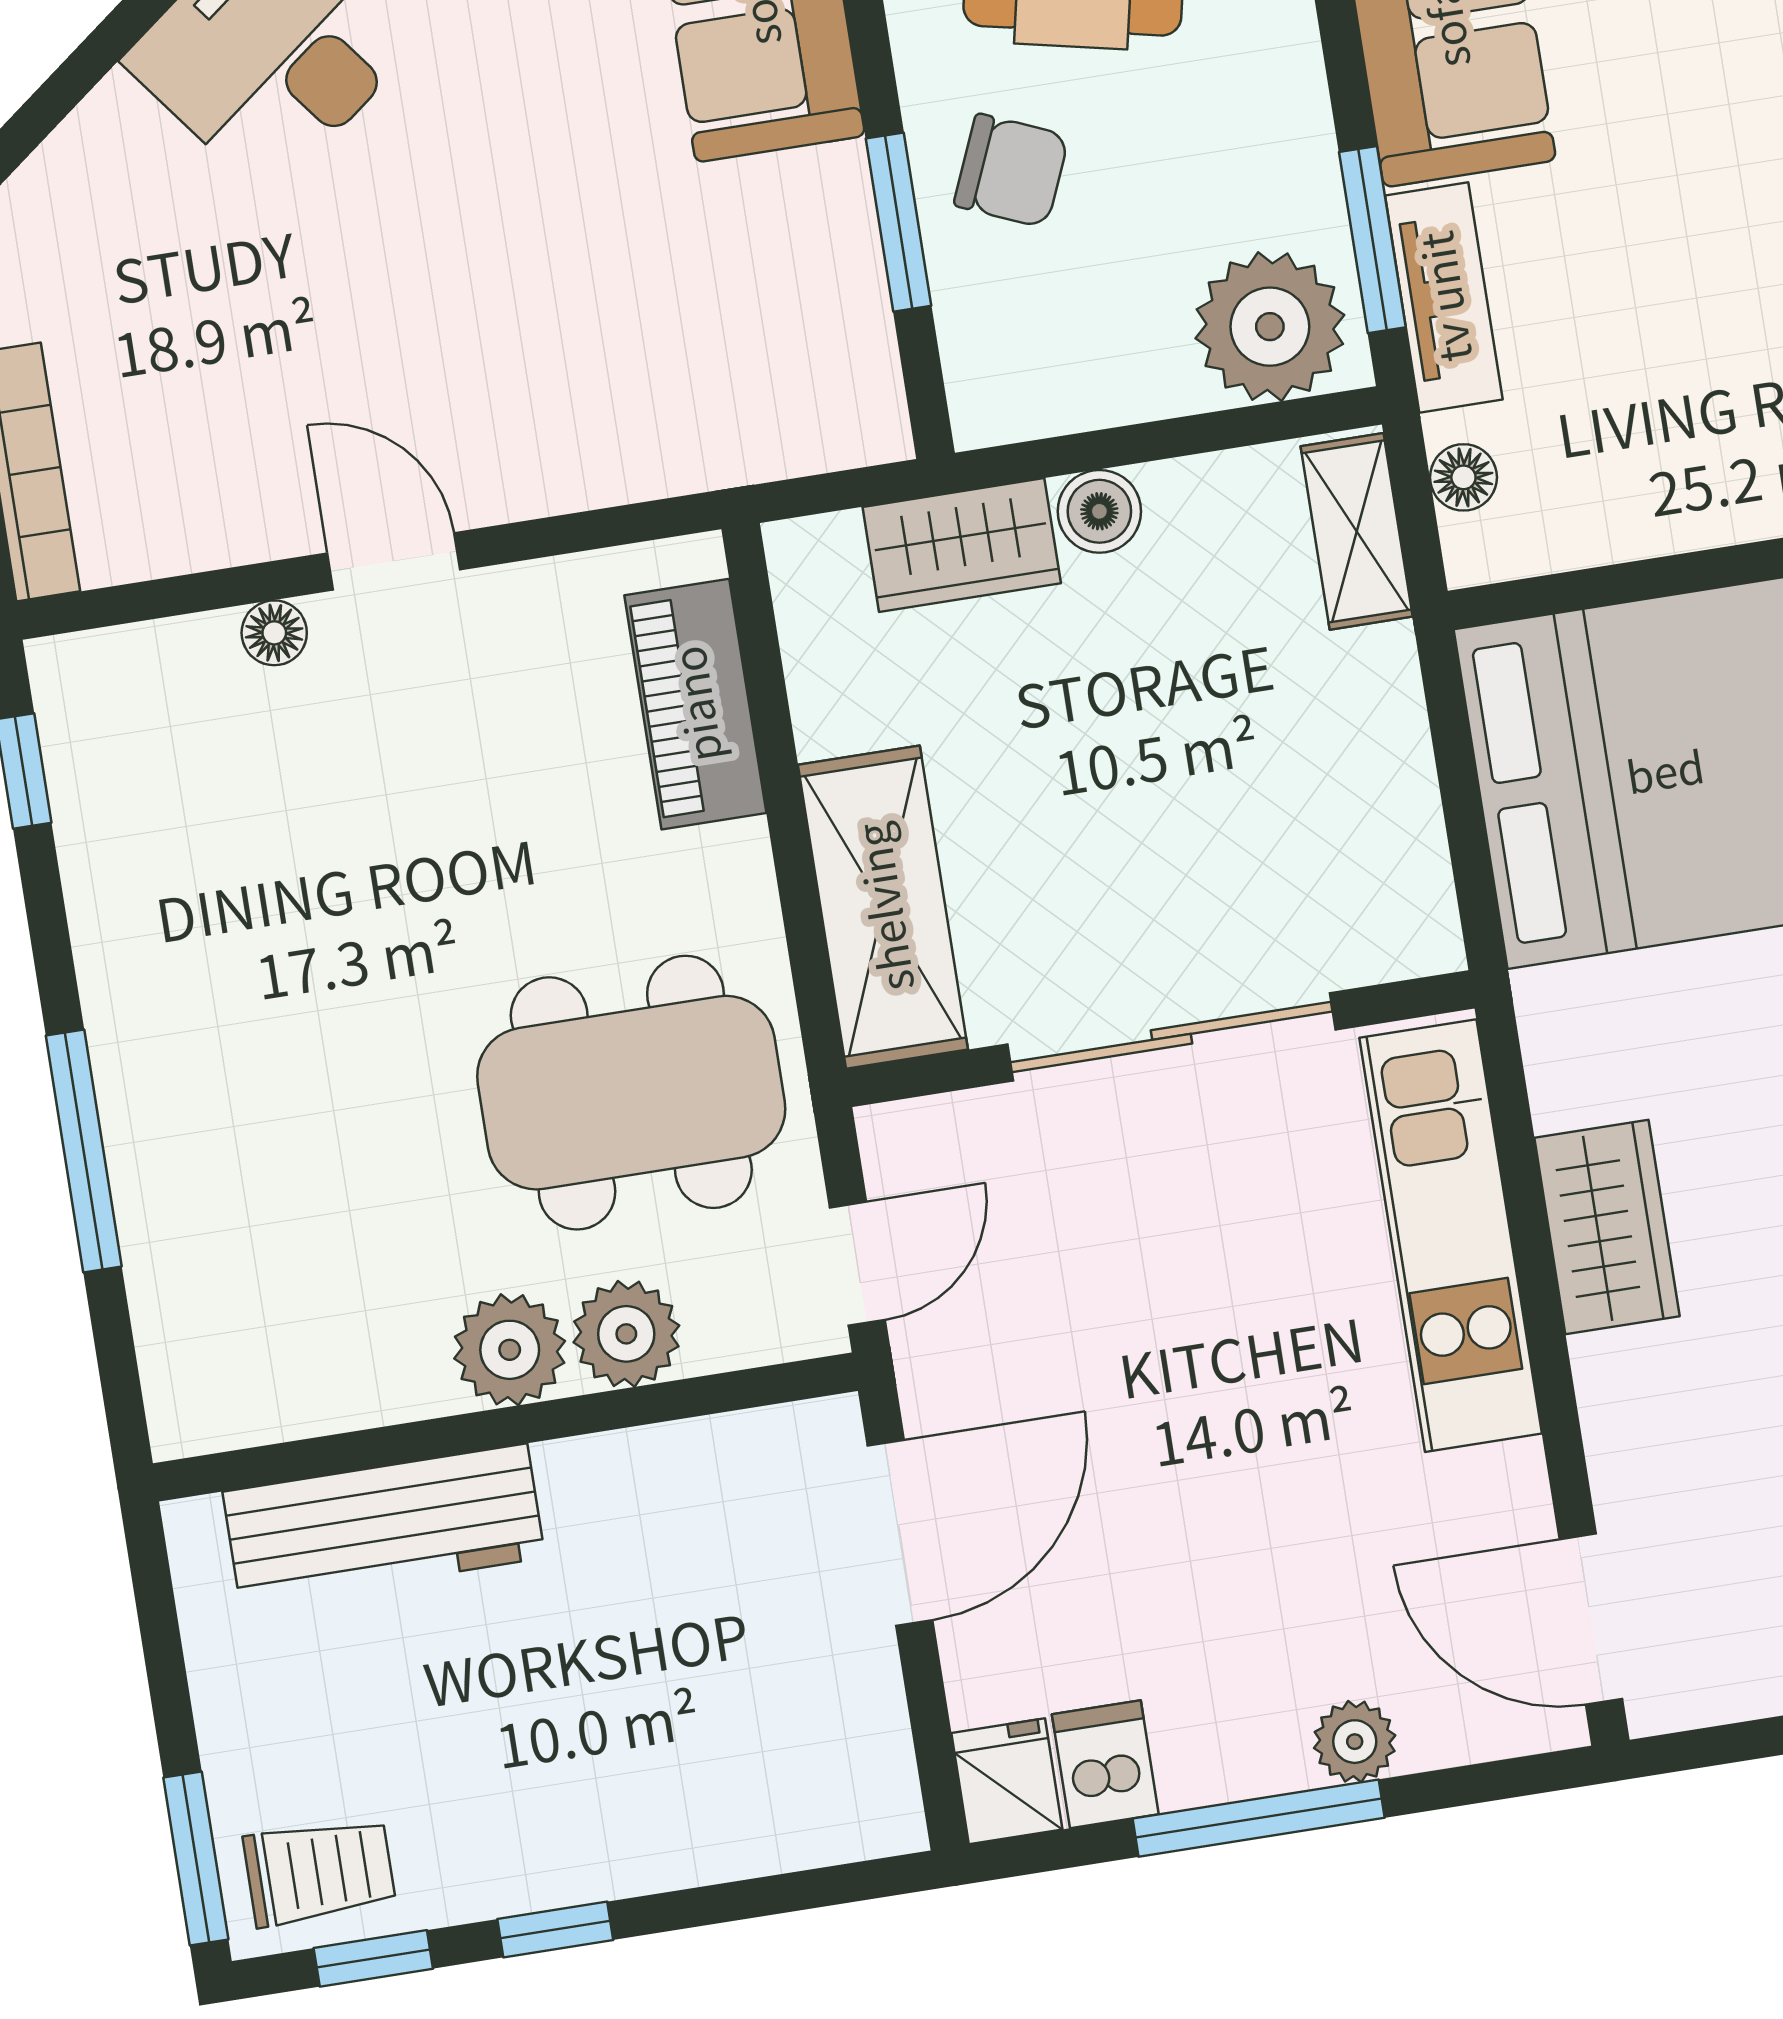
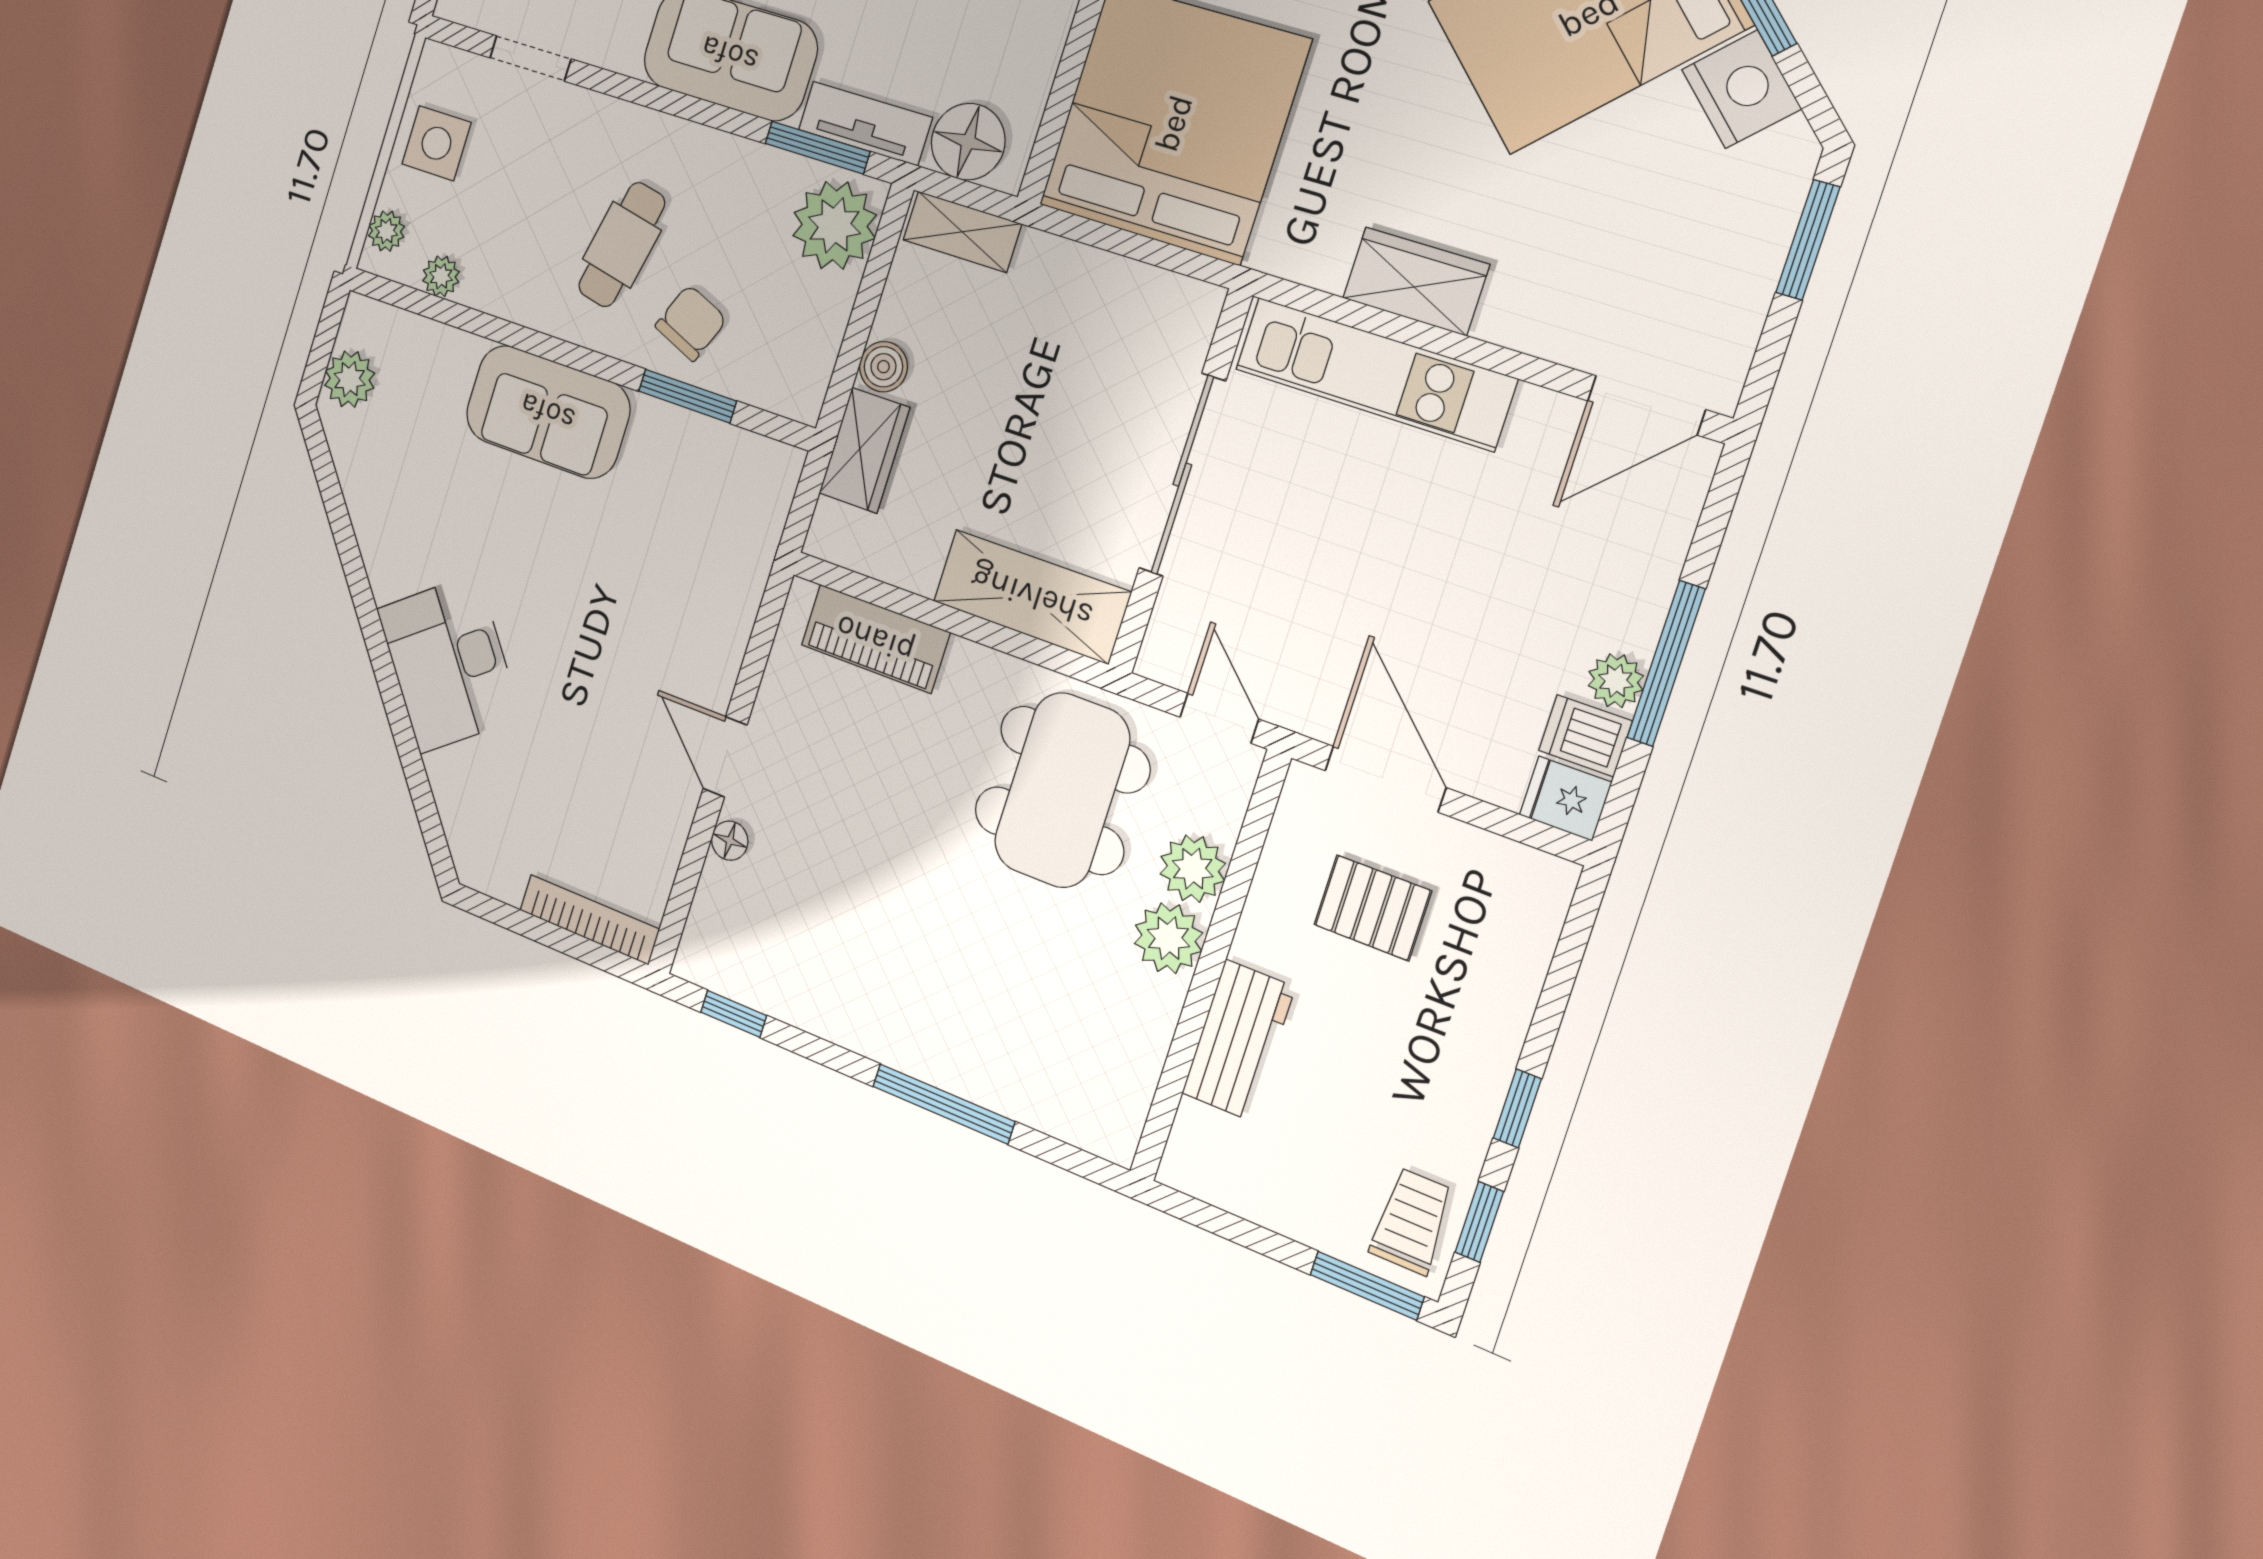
floor lamp: (1463, 477) -> (968, 142), width x1.89, depth x1.89
door: (394, 561) -> (725, 757), hinge flipped
workbench: (384, 1525) -> (1239, 1040), width x0.73
pallet: (714, 1605) -> (1373, 908), added
plant: (1355, 1742) -> (1616, 681), moved

